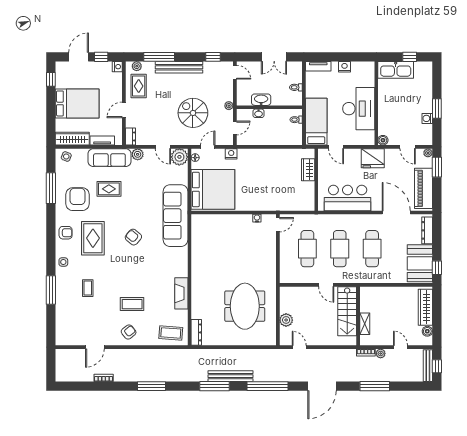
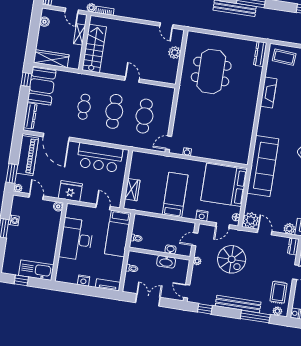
bed: (262, 171) -> (175, 195), added
cafe table: (372, 249) -> (84, 107), width x0.73, depth x0.74
wardrobe: (425, 307) -> (51, 59), moved, turned -90
stairs: (347, 311) -> (94, 48), moved
wall: (358, 316) -> (85, 42), moved
shelving: (365, 324) -> (80, 34), moved

